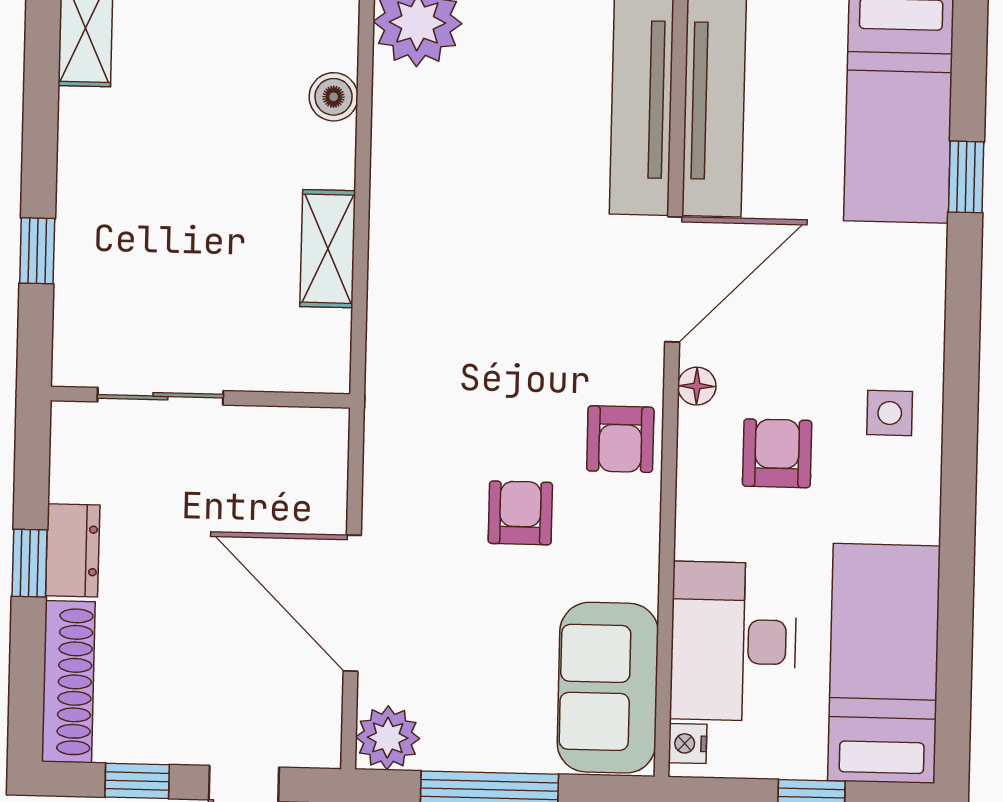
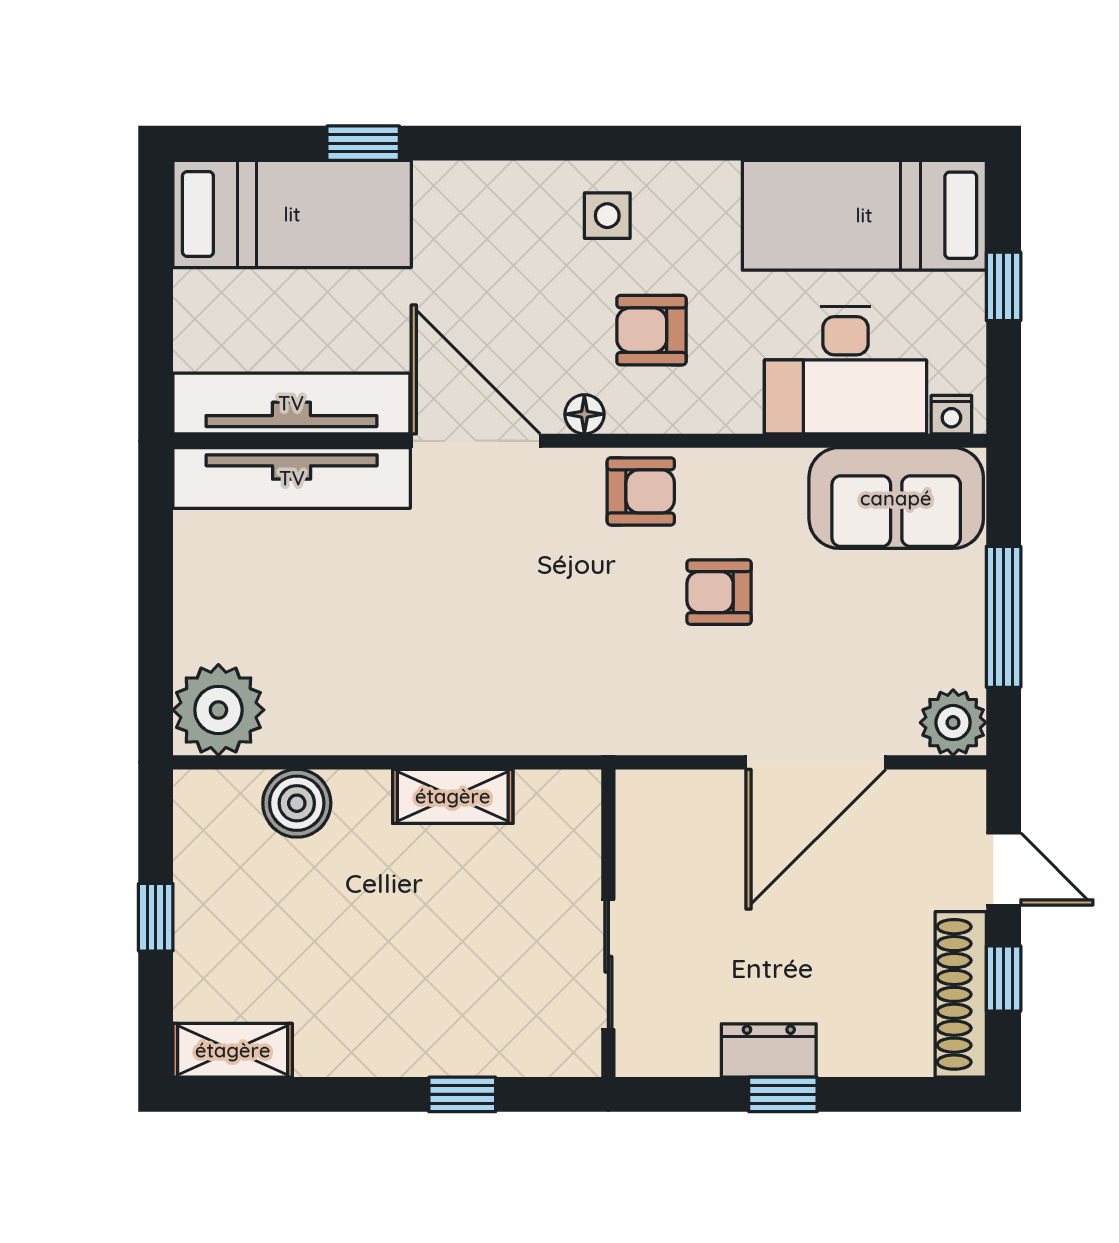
boiler: (334, 97) -> (297, 803), width x1.36, depth x1.36
shoe rack: (68, 682) -> (961, 994), moved, turned -90

